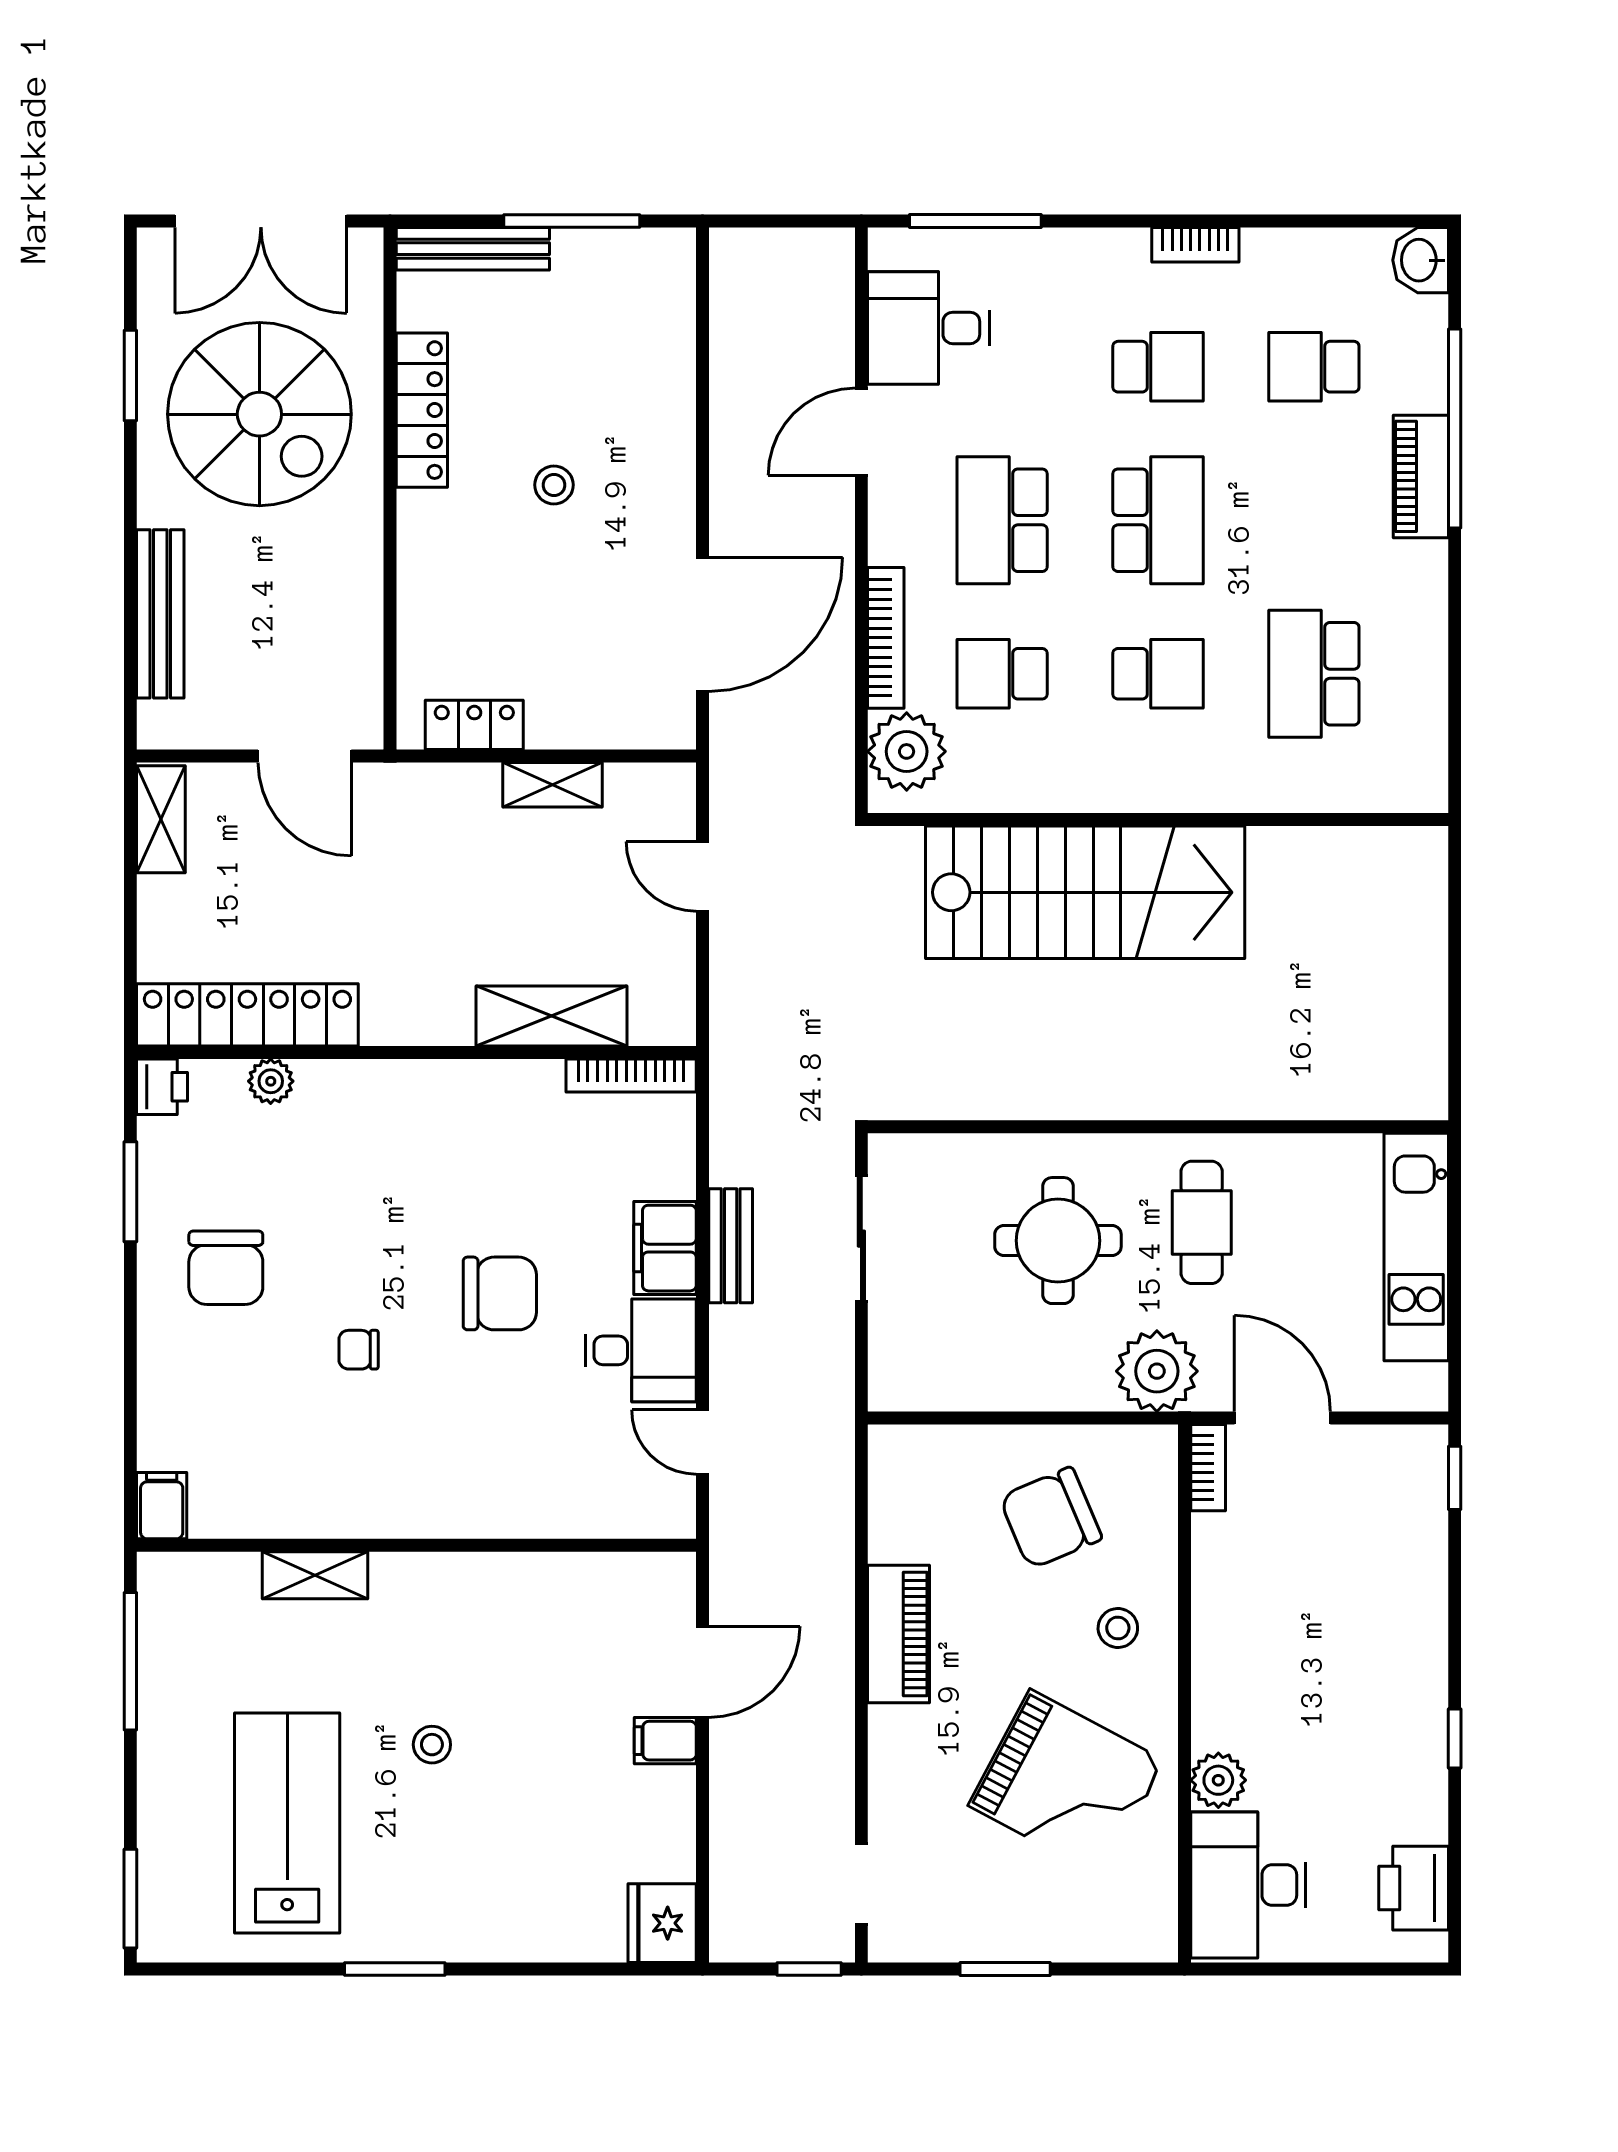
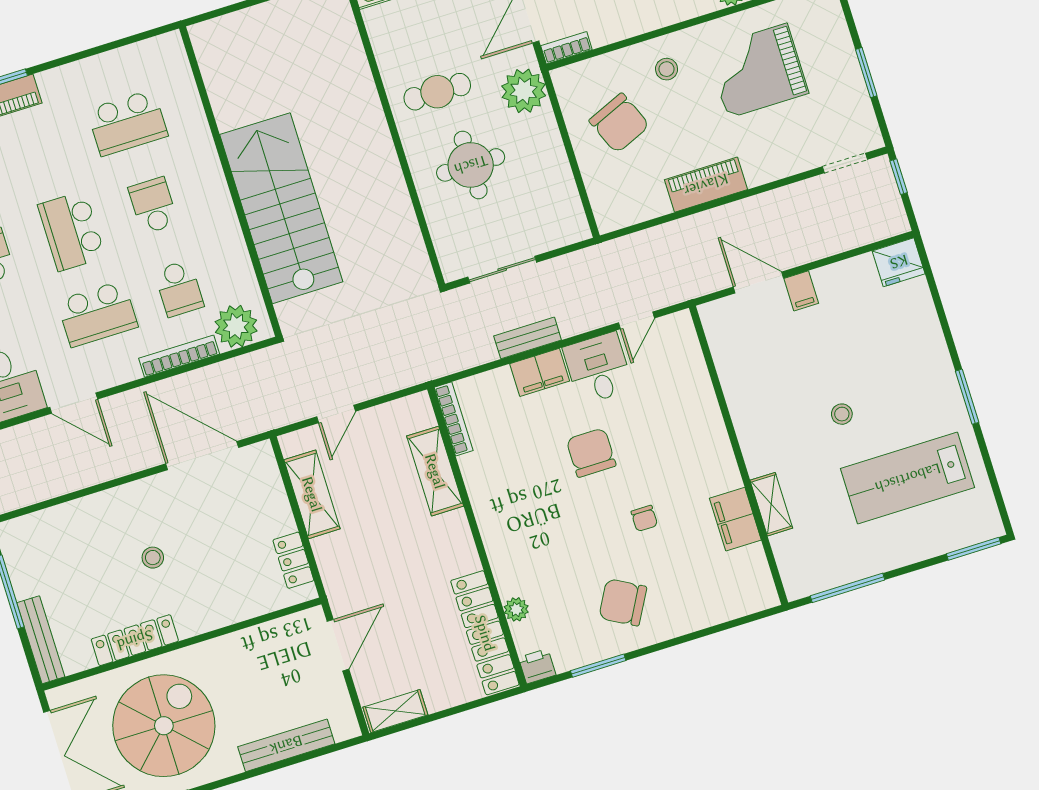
school desk: (1158, 520) -> (72, 231), turned -90
shelving: (553, 785) -> (312, 494), width x1.50, depth x1.33
chair: (226, 1268) -> (623, 602), turned -151
filing cabinet: (162, 1506) -> (735, 519), moved, width x2.00
grand piano: (1067, 1783) -> (757, 71), turned -118

